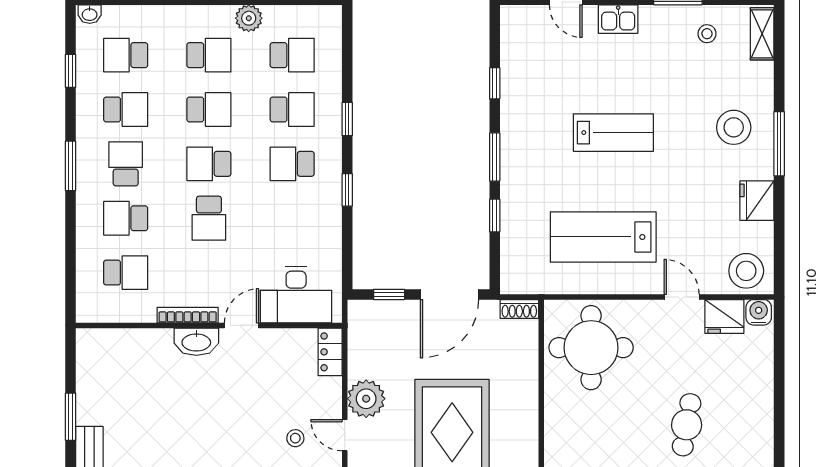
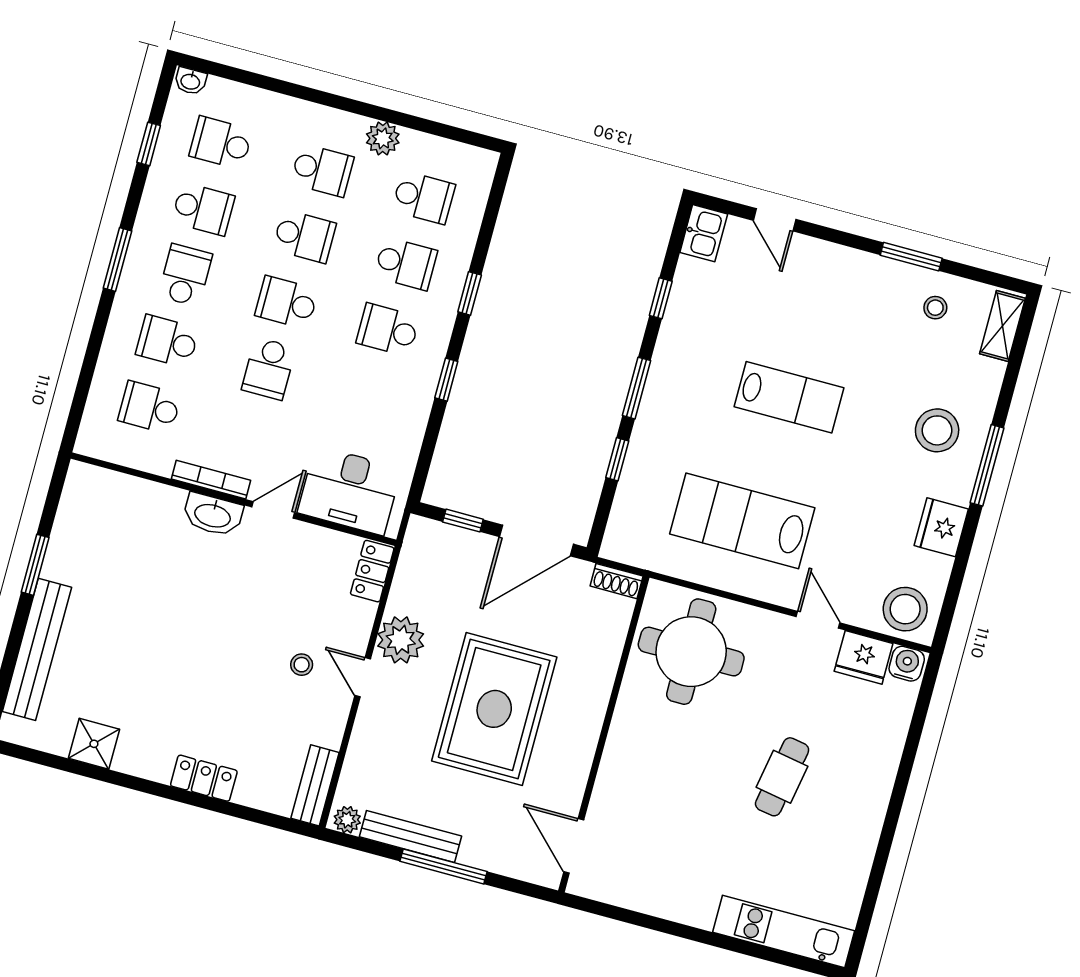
kitchen sink: (618, 19) -> (704, 233), moved, turned -90
school desk: (126, 273) -> (150, 407), turned 180

